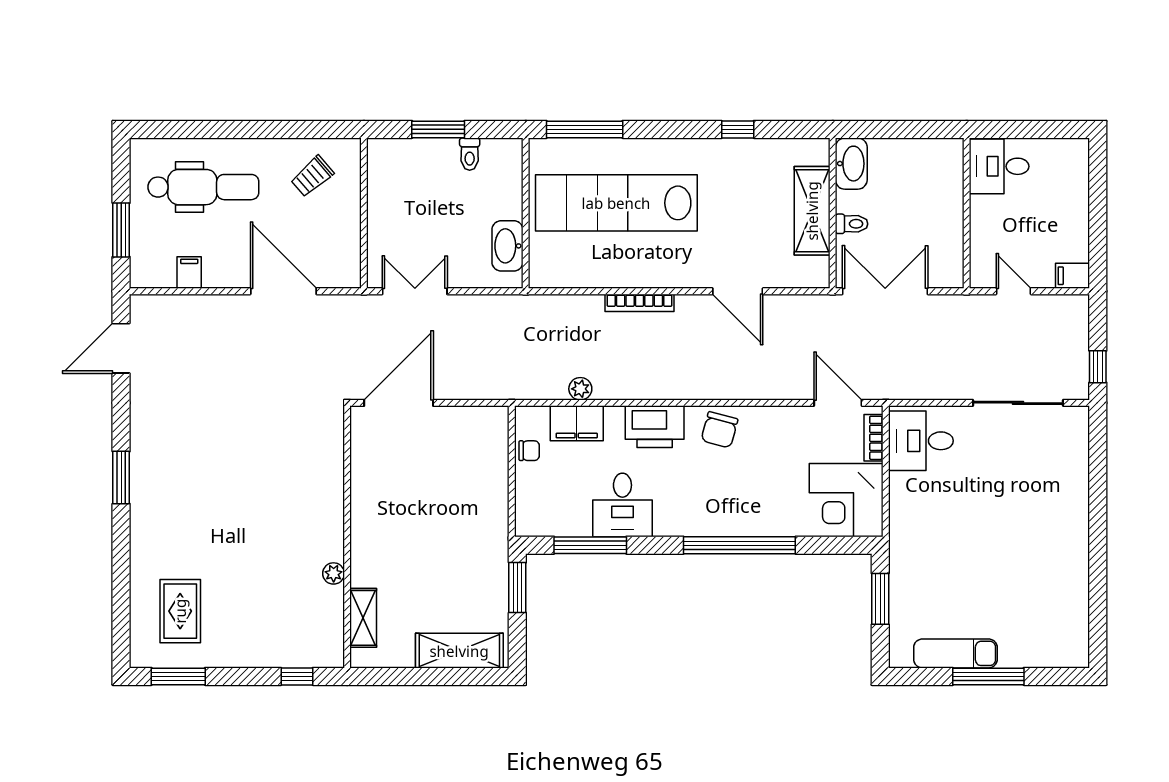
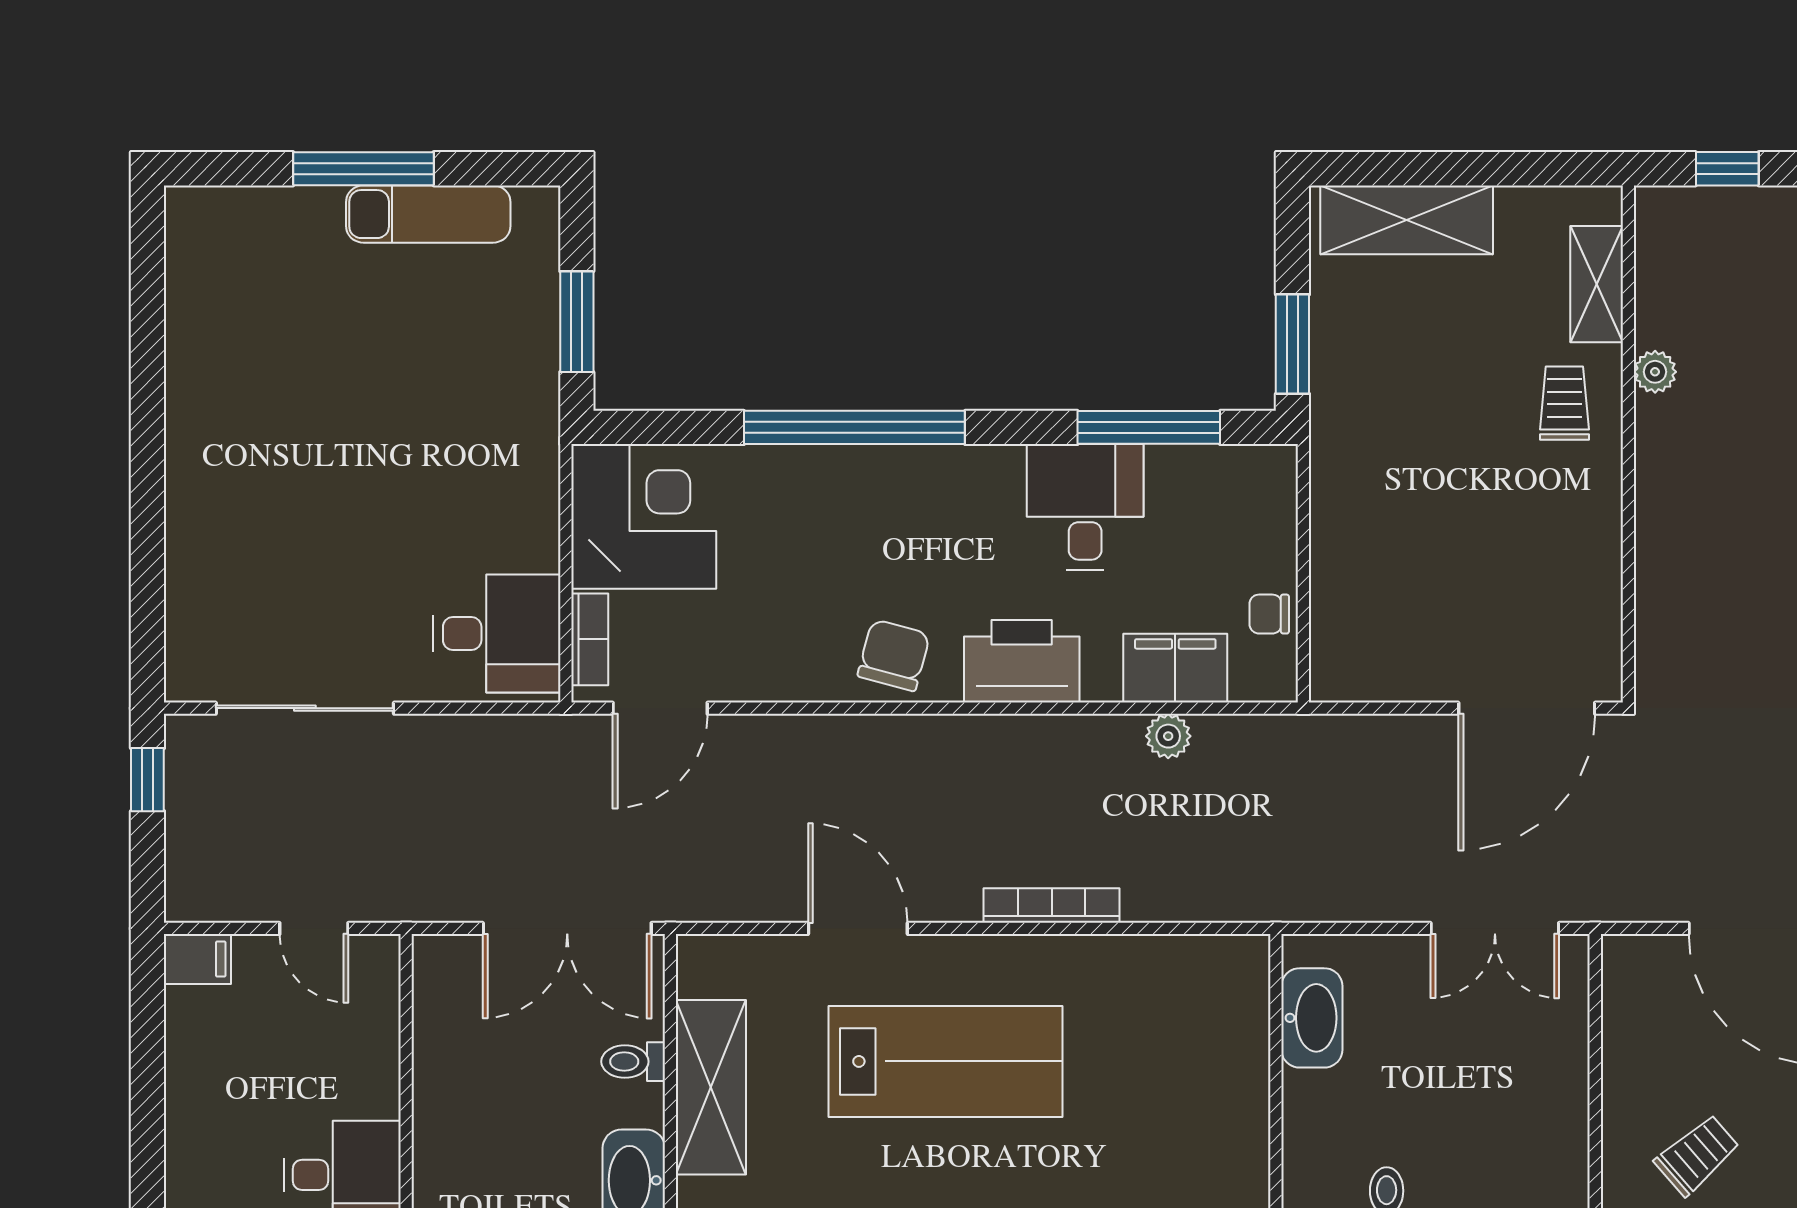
lab bench: (616, 203) -> (946, 1061), moved, width x0.73
door: (838, 403) -> (660, 708), hinge flipped
trolley: (379, 558) -> (1564, 403), added

